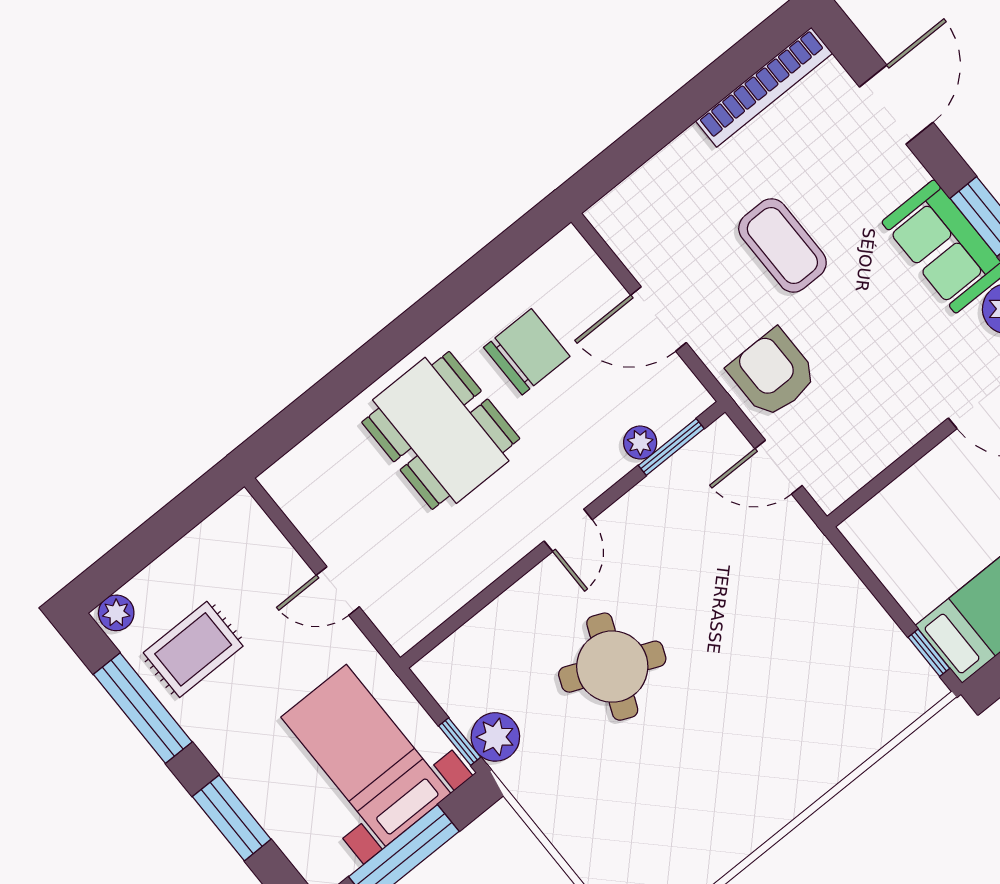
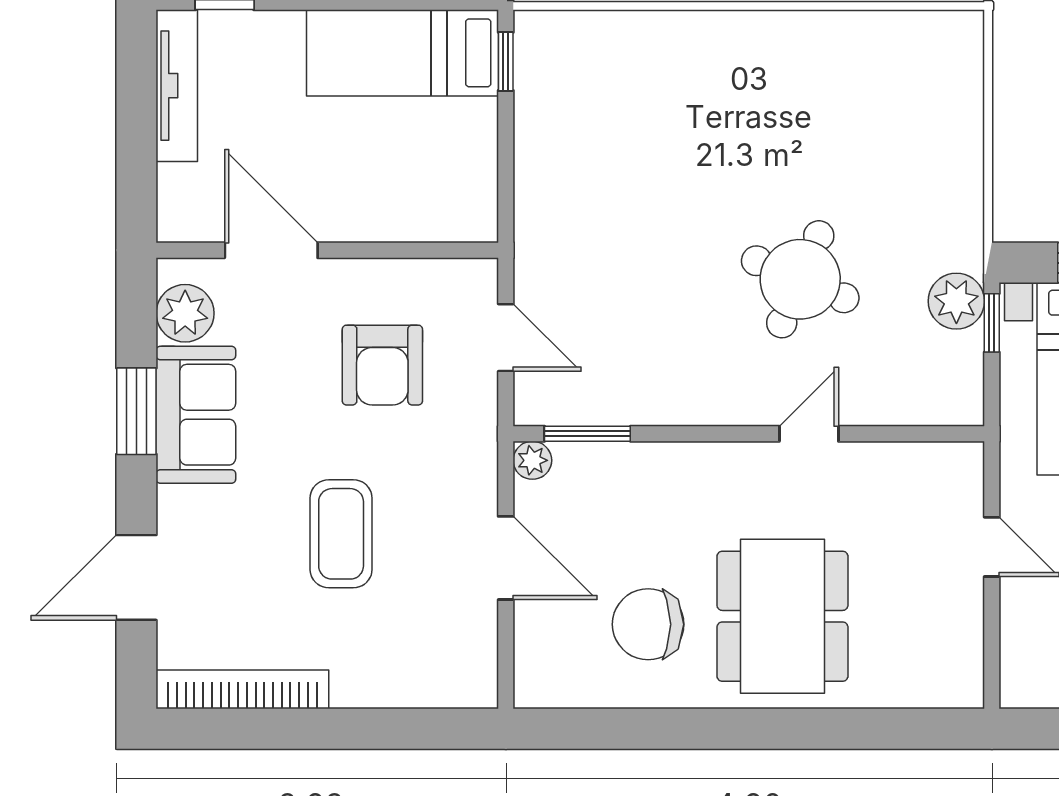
armchair: (773, 373) -> (382, 365), moved
plant: (640, 442) -> (532, 460), moved
door: (568, 530) -> (809, 434), moved

